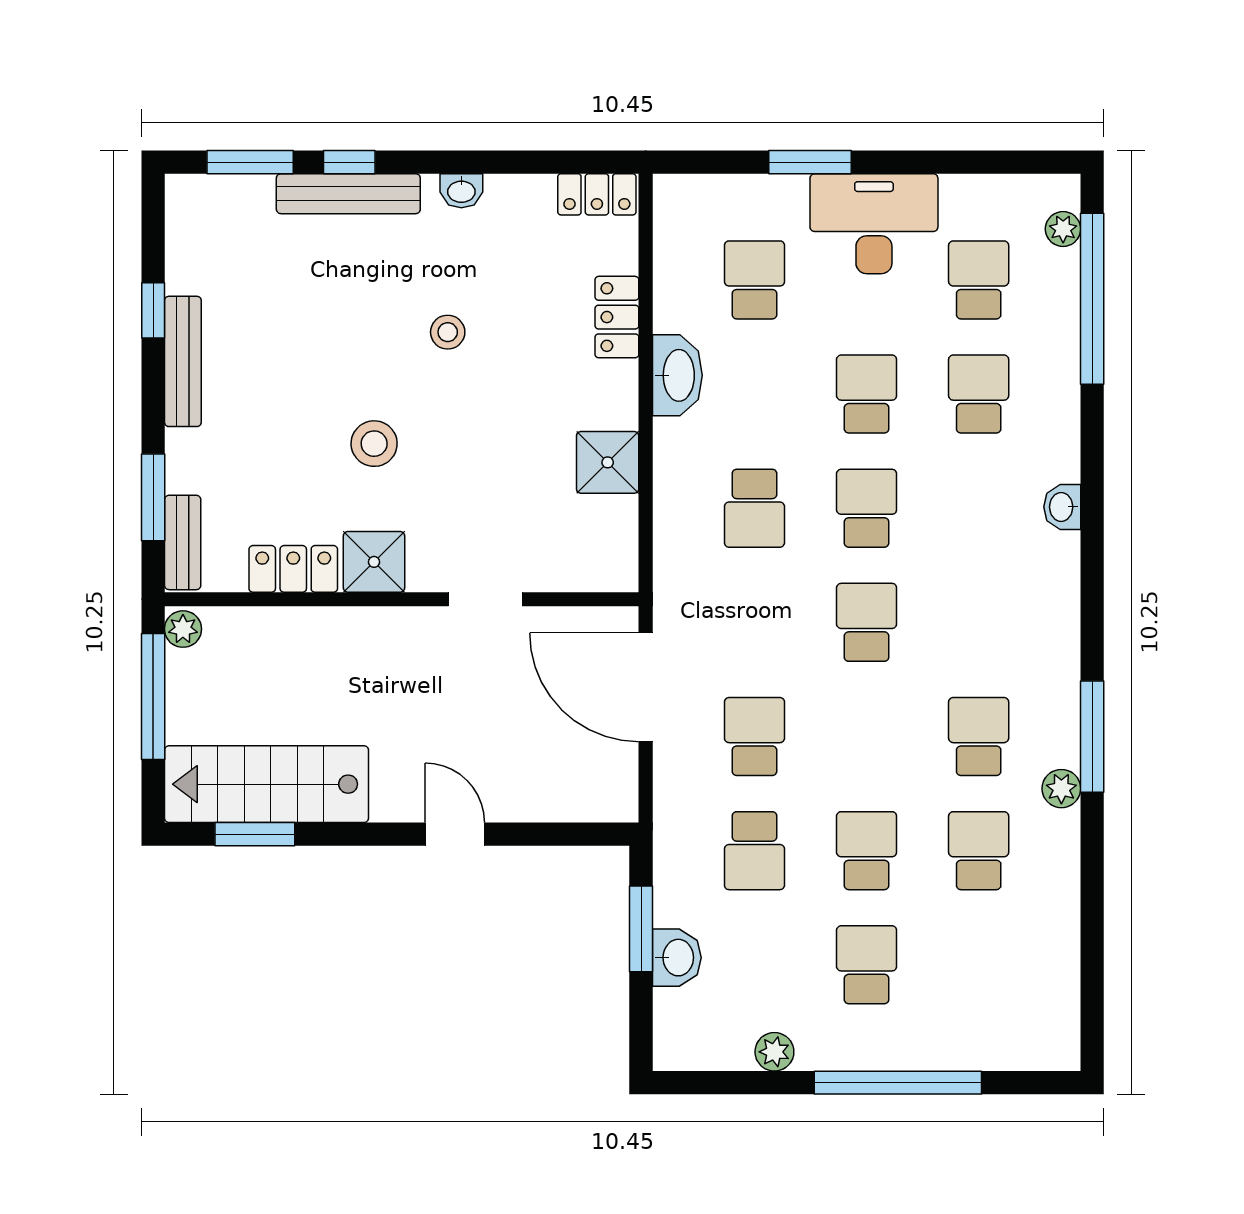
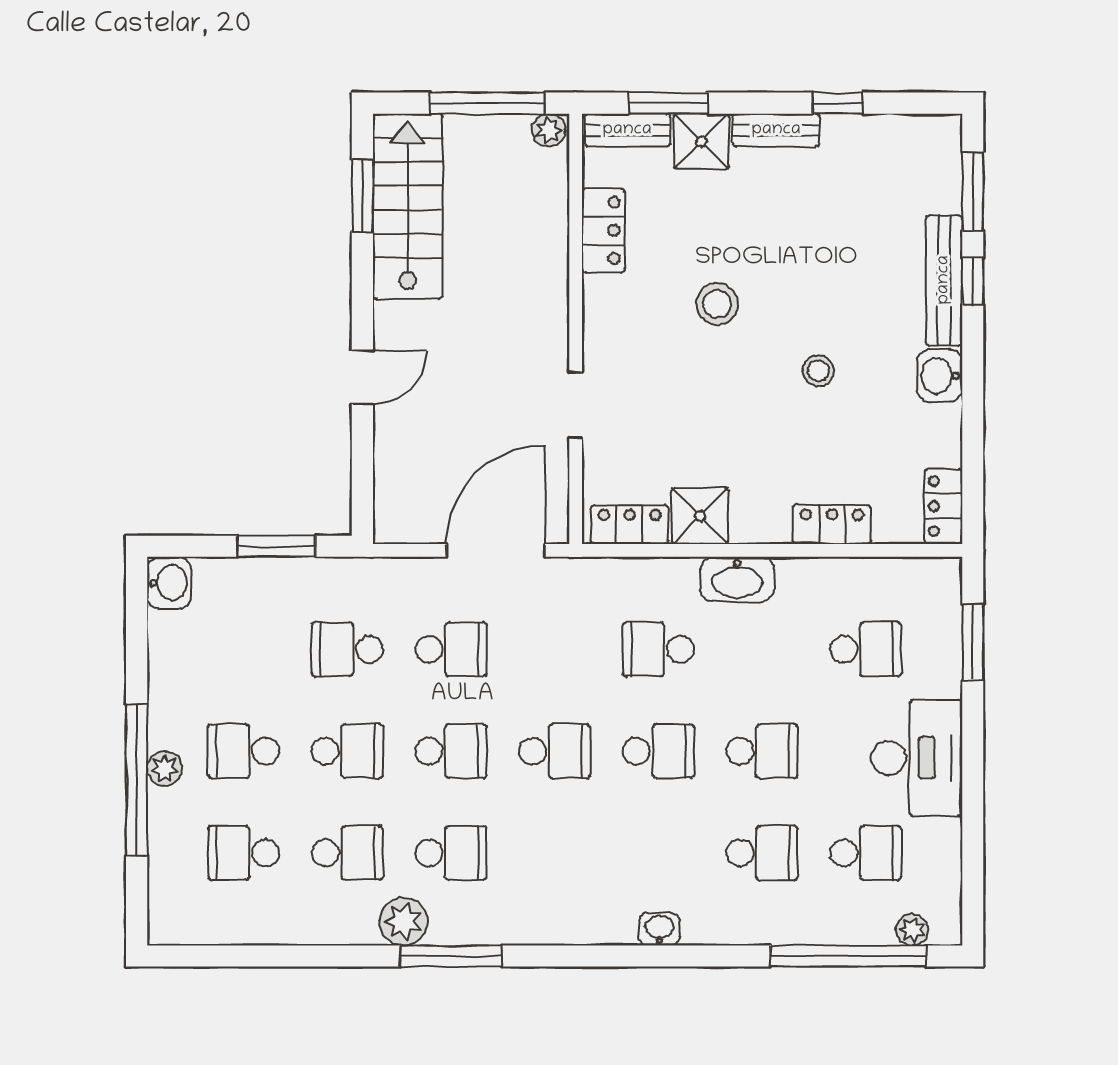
window: (810, 162) -> (973, 642), moved
washbasin: (461, 191) -> (940, 376), width x1.38, depth x1.45
bench: (183, 361) -> (776, 130), width x0.73
washbasin: (677, 375) -> (737, 579), moved
locker: (617, 540) -> (630, 525), added
shower: (374, 562) -> (701, 141), moved
school desk: (867, 736) -> (451, 751), added
plant: (1061, 789) -> (404, 922), width x1.38, depth x1.38
washbasin: (677, 958) -> (169, 583), moved, turned -90
school desk: (867, 965) -> (244, 751), turned 180
school desk: (979, 965) -> (244, 853), added
plant: (774, 1052) -> (165, 769), moved

